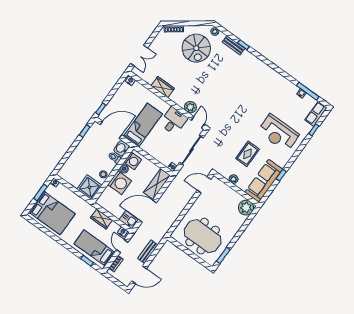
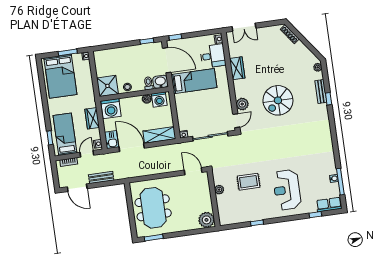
spiral stairs: (196, 48) -> (278, 100), moved
desk: (173, 121) -> (213, 56), moved
sofa: (264, 181) -> (240, 214), removed
washing machine: (120, 183) -> (111, 109), moved

